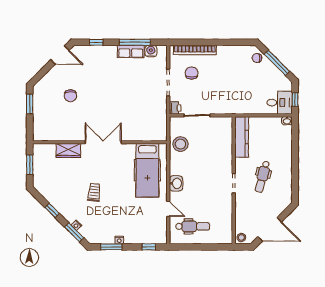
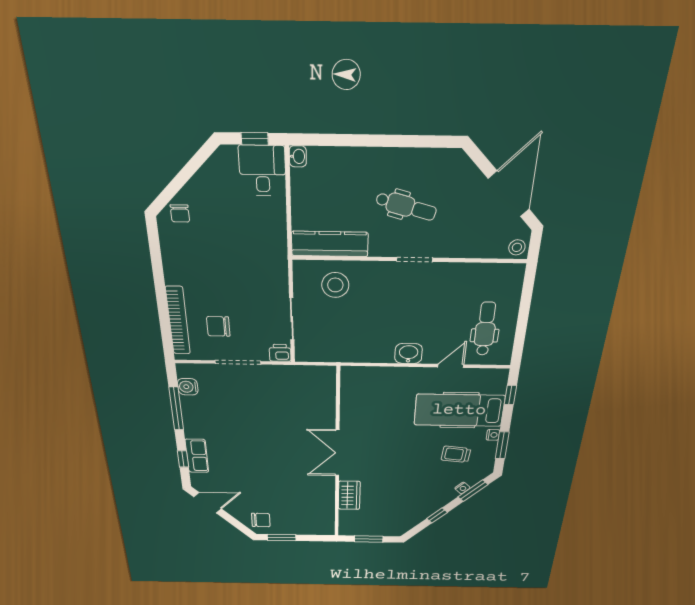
row of seats: (131, 52) -> (197, 456), moved
door: (60, 55) -> (208, 503), hinge flipped
window: (277, 63) -> (185, 175), removed
chair: (70, 96) -> (261, 520), moved
stool: (180, 144) -> (335, 285), moved
hospital bed: (147, 170) -> (459, 410), moved, turned 180
trolley: (94, 192) -> (456, 454), moved

